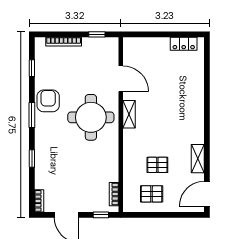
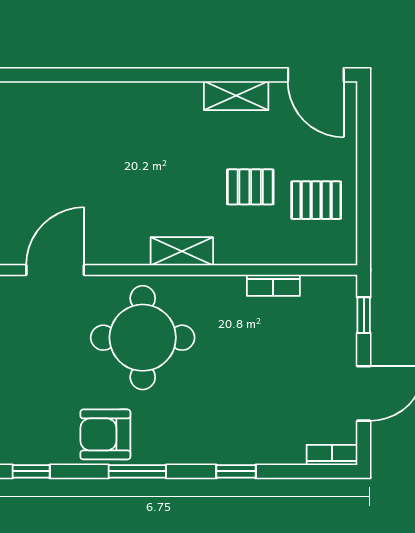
shelving: (129, 114) -> (182, 251), moved
pallet: (157, 165) -> (250, 187), turned 90
bookcase: (114, 194) -> (273, 285), moved
pallet: (152, 194) -> (316, 200), turned 90

